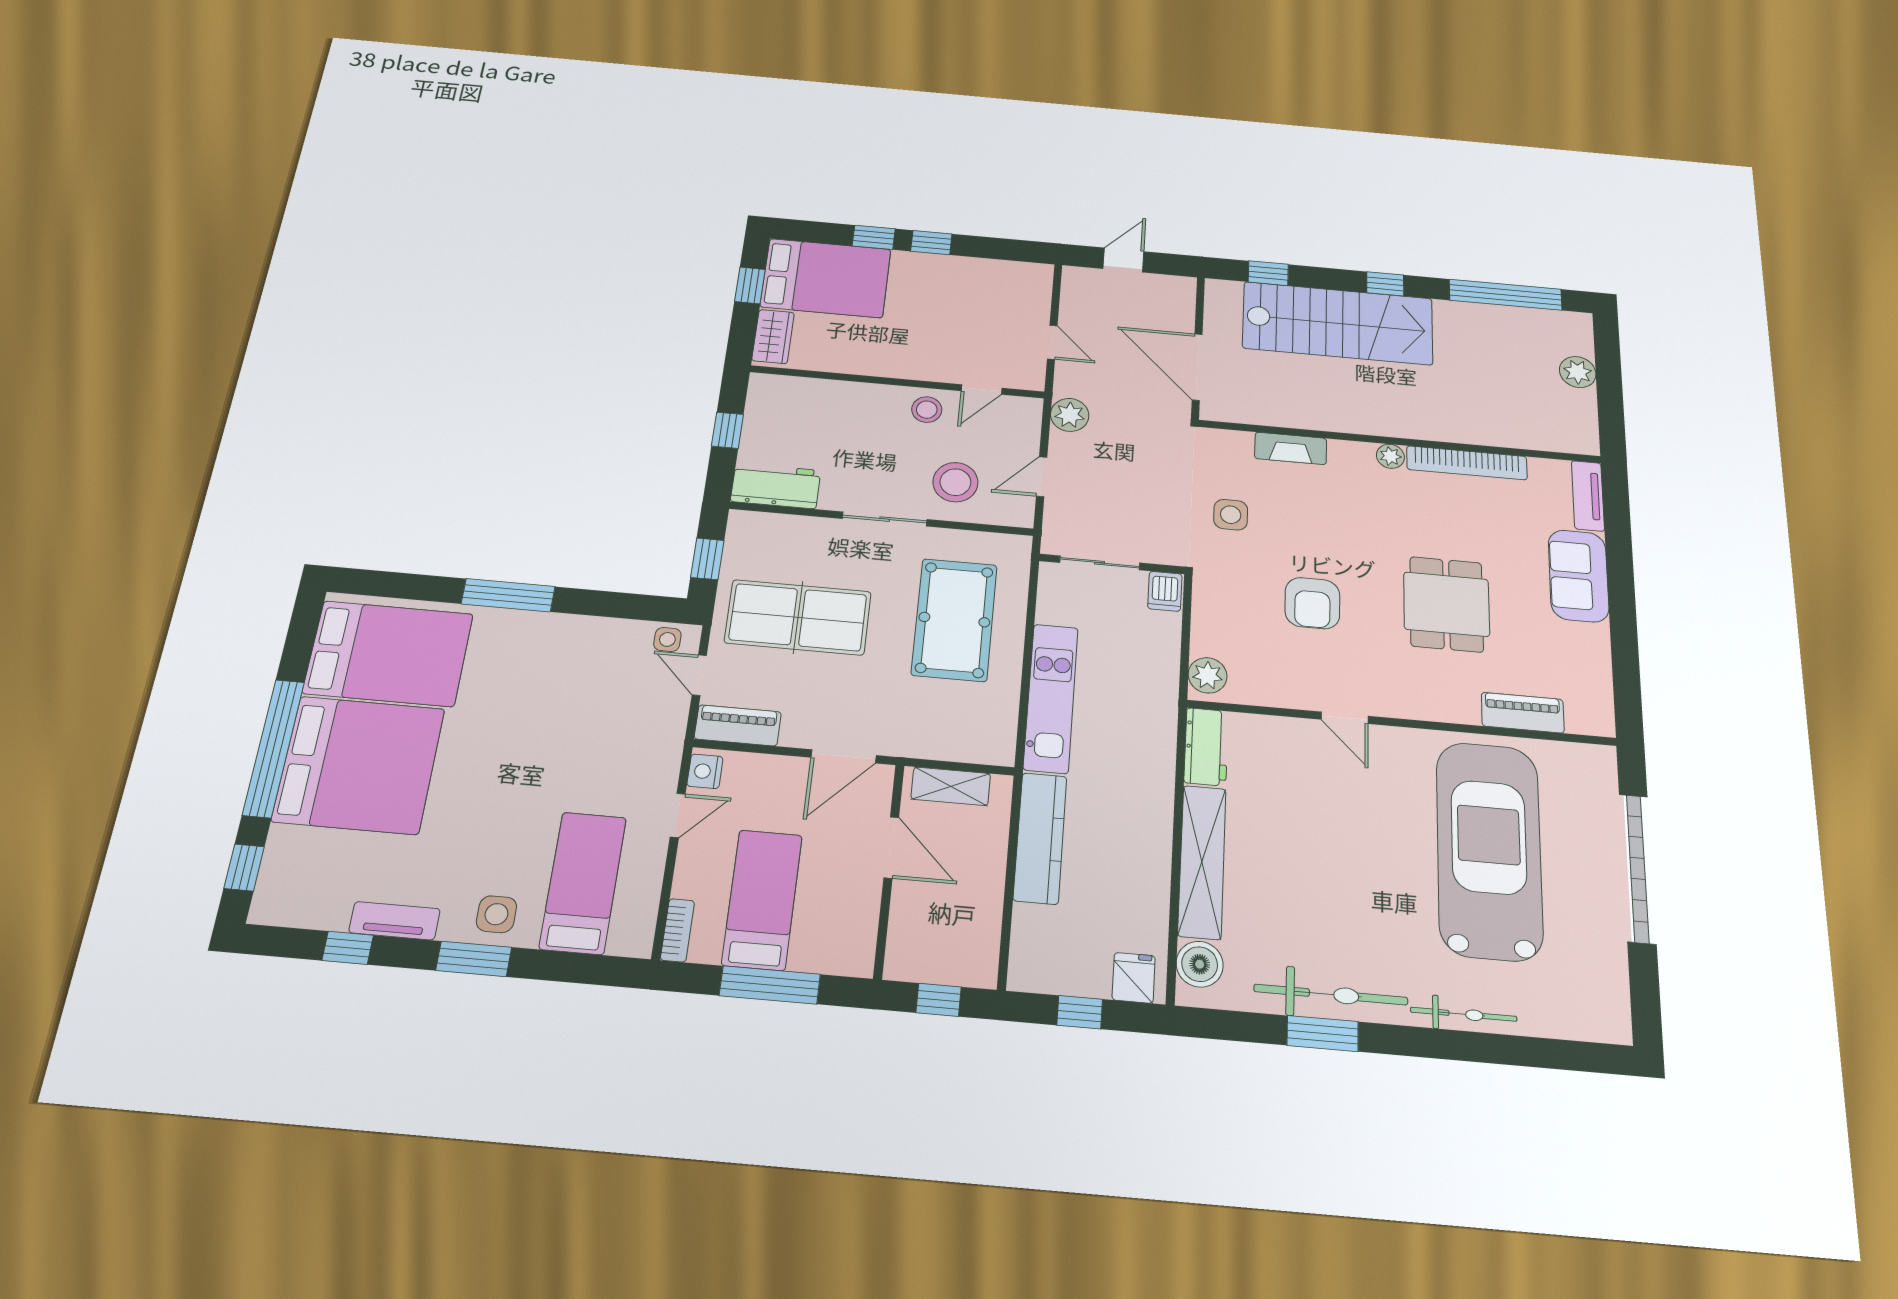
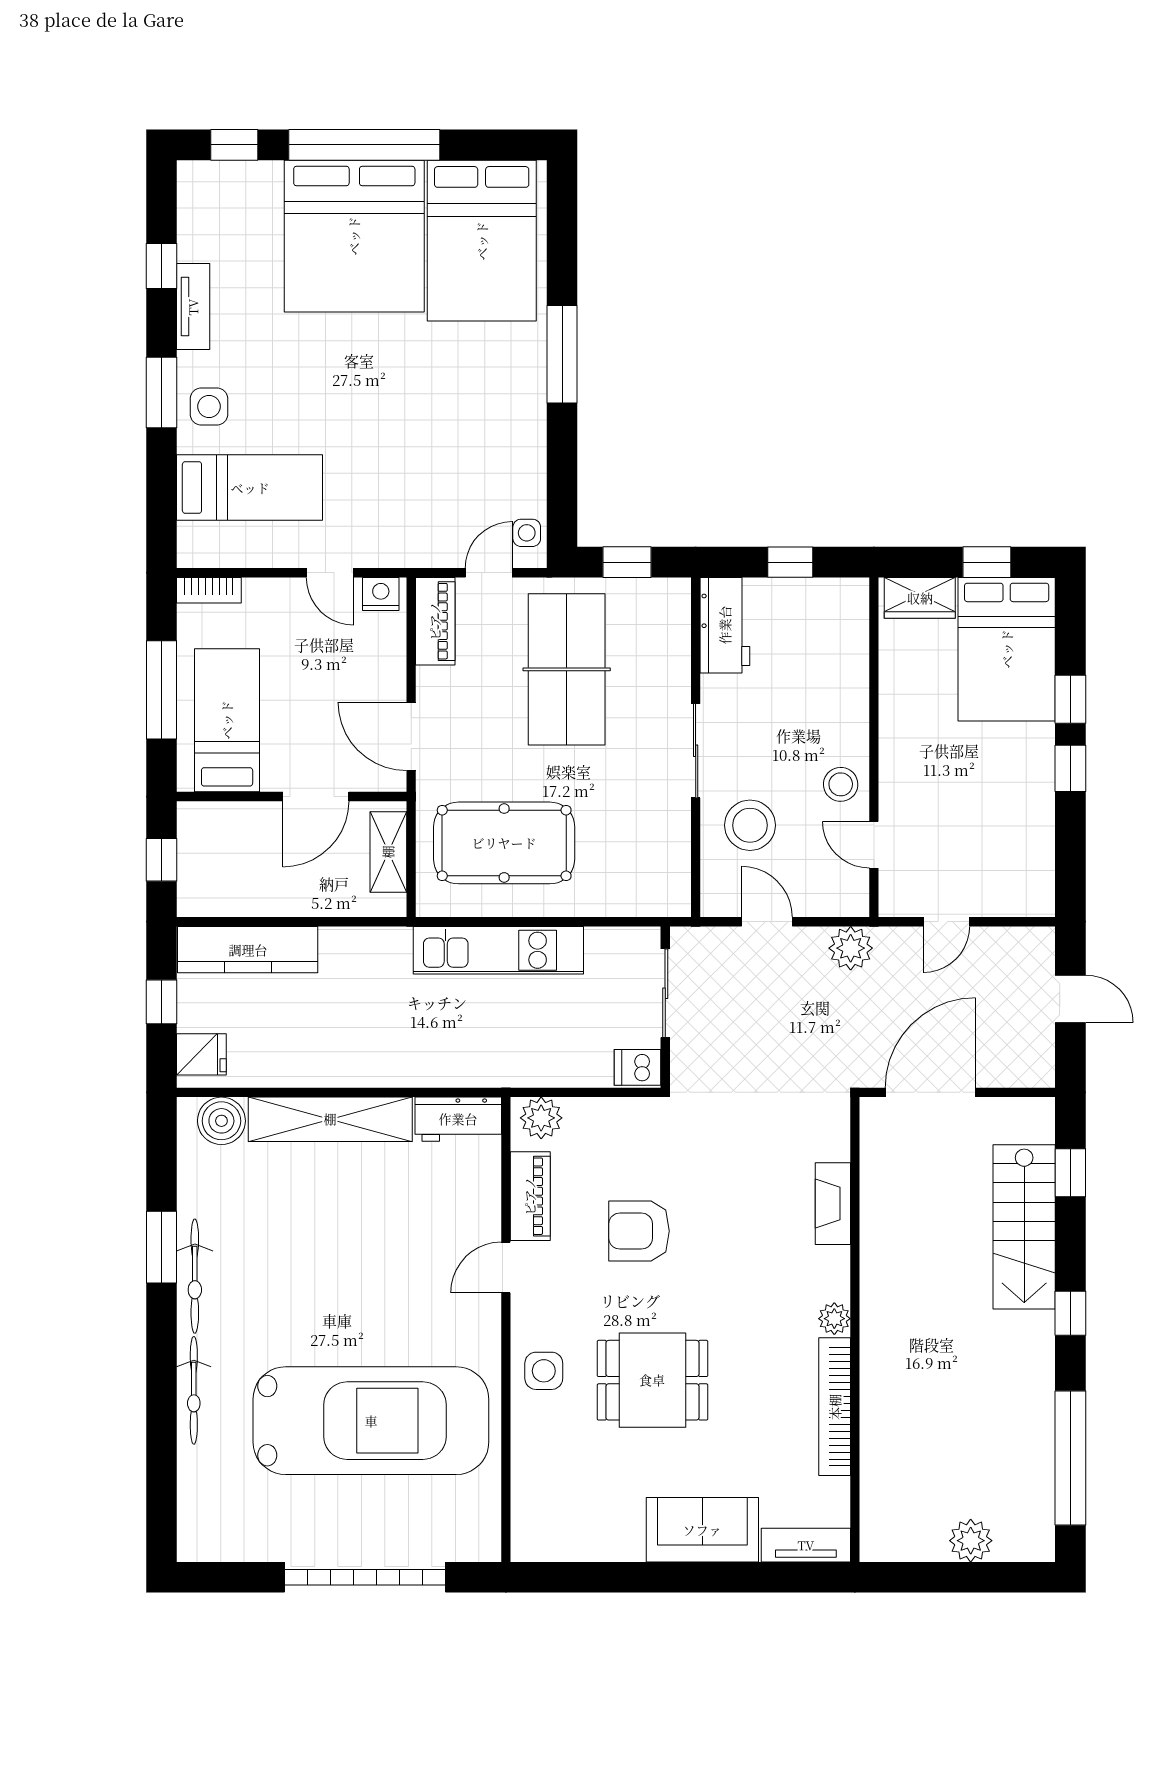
stairs: (1338, 323) -> (1024, 1227), width x0.73, depth x0.66
side table: (1231, 515) -> (544, 1371), moved
pool table: (954, 620) -> (504, 843), moved
piano: (1523, 713) -> (530, 1196), moved
kitchen counter: (1040, 838) -> (248, 950), moved
bed: (762, 900) -> (227, 720), moved, turned -90
bicycle: (1331, 995) -> (195, 1276), width x0.73, depth x0.71

